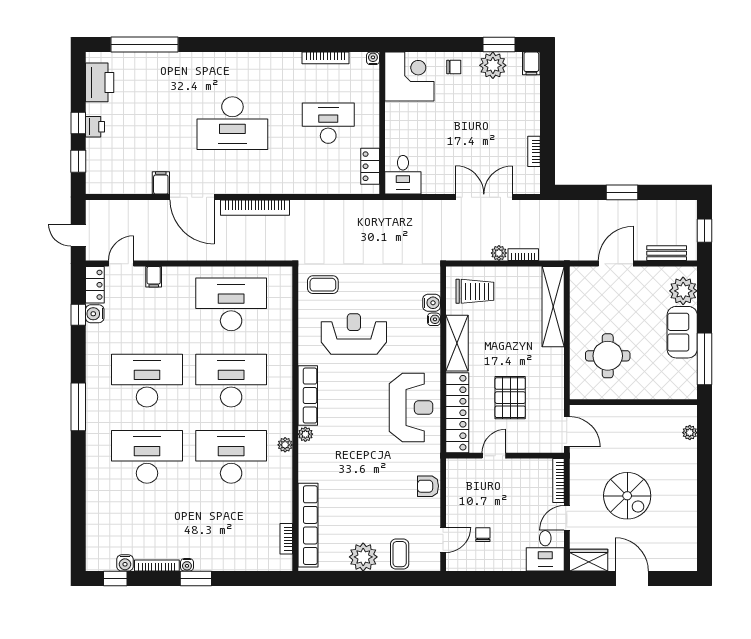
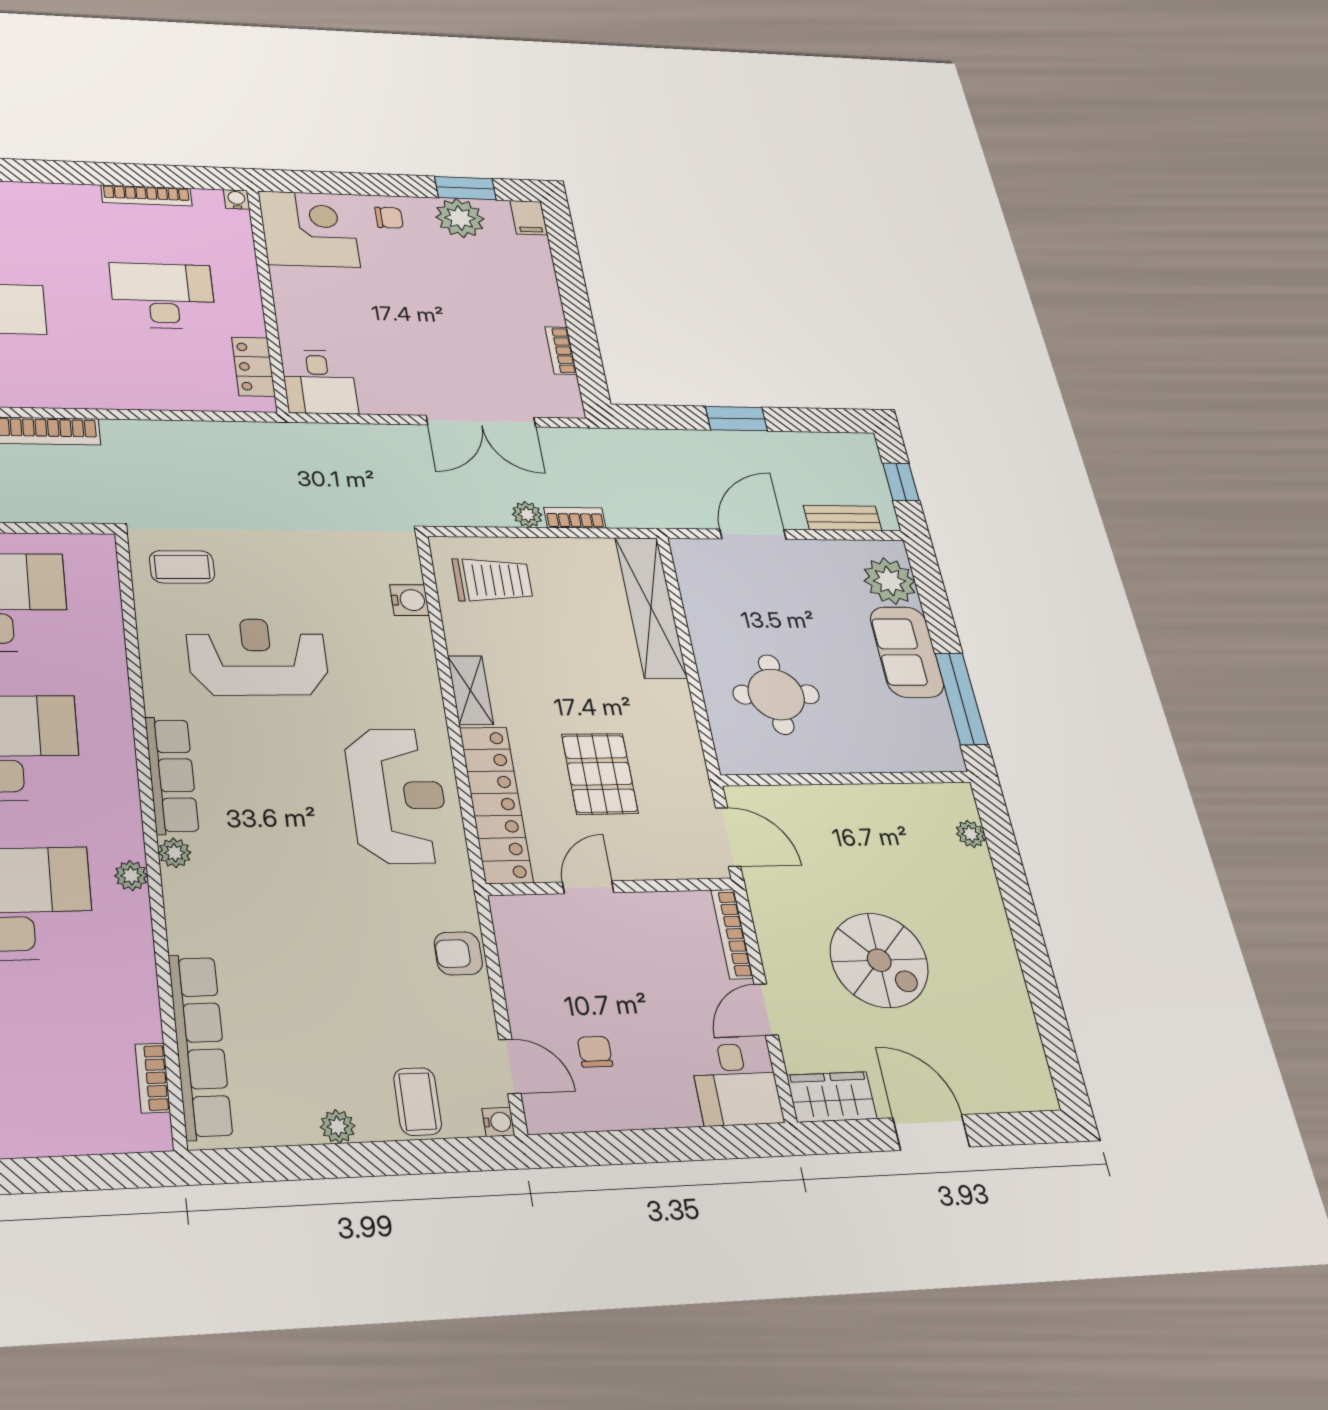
double door: (484, 197) -> (481, 421), swing flipped
water cooler: (434, 319) -> (498, 1122), moved
shelving: (457, 343) -> (470, 690), width x0.67, depth x0.75
door: (443, 540) -> (510, 1066), hinge flipped
plant: (363, 557) -> (338, 1126), width x0.53, depth x0.53

